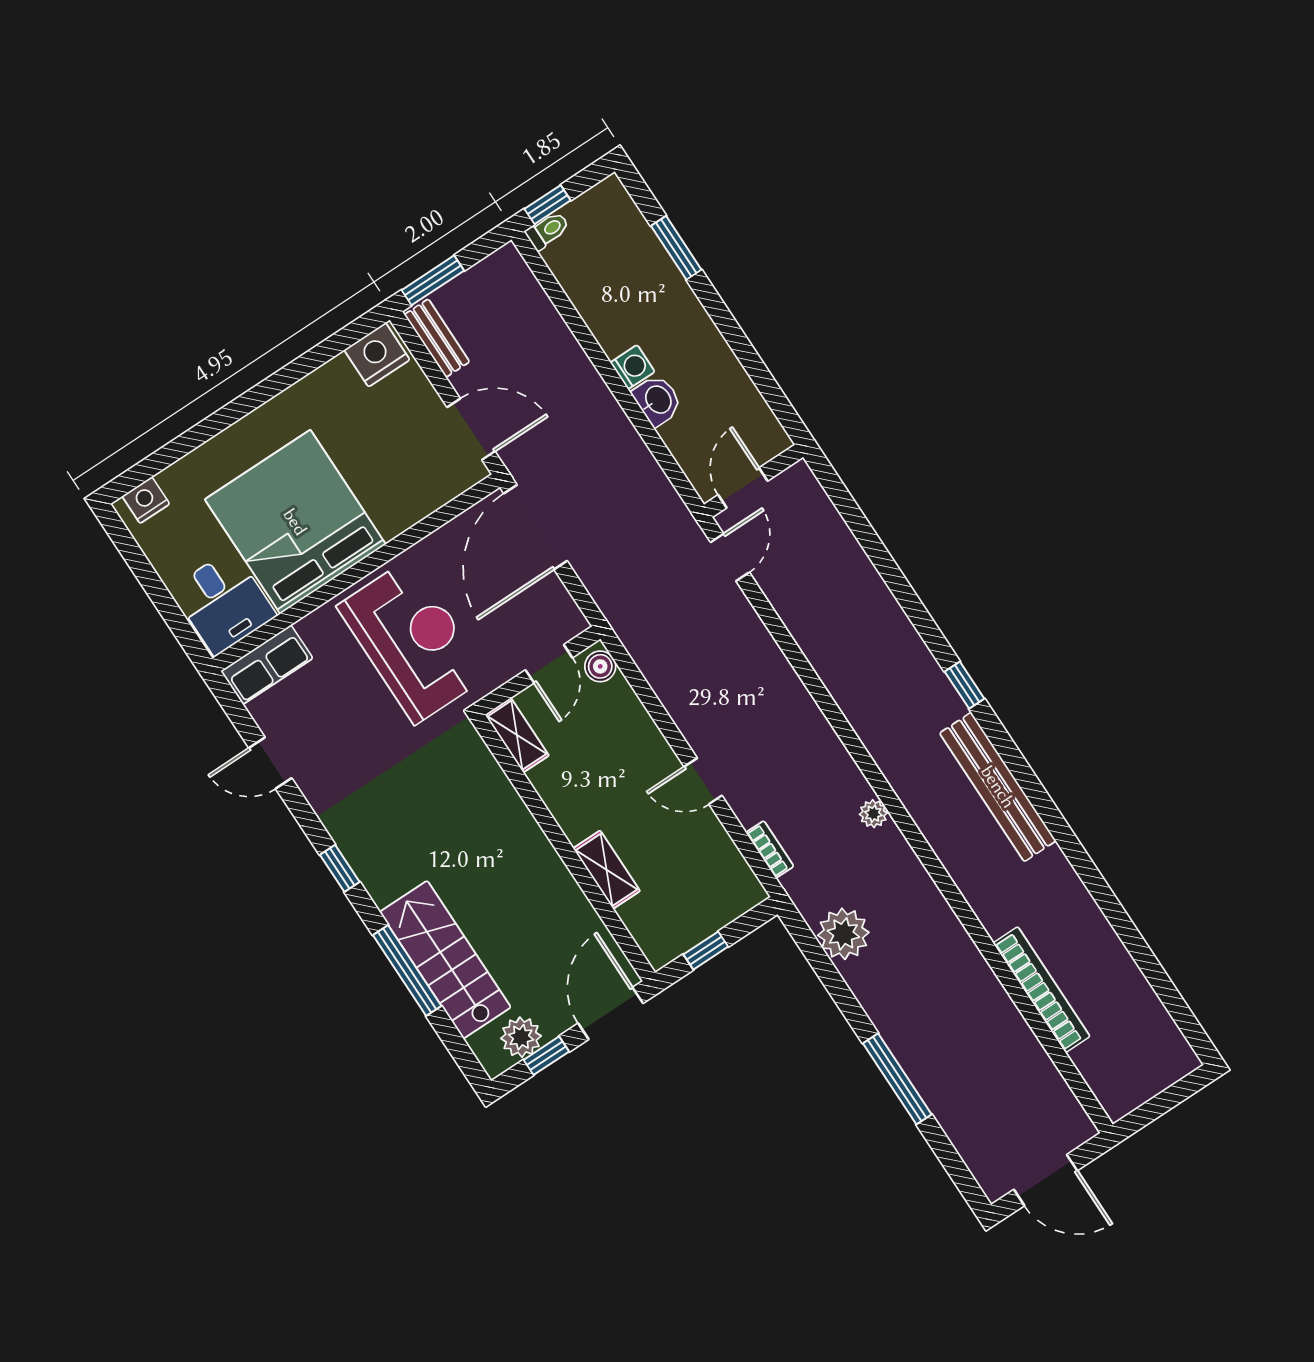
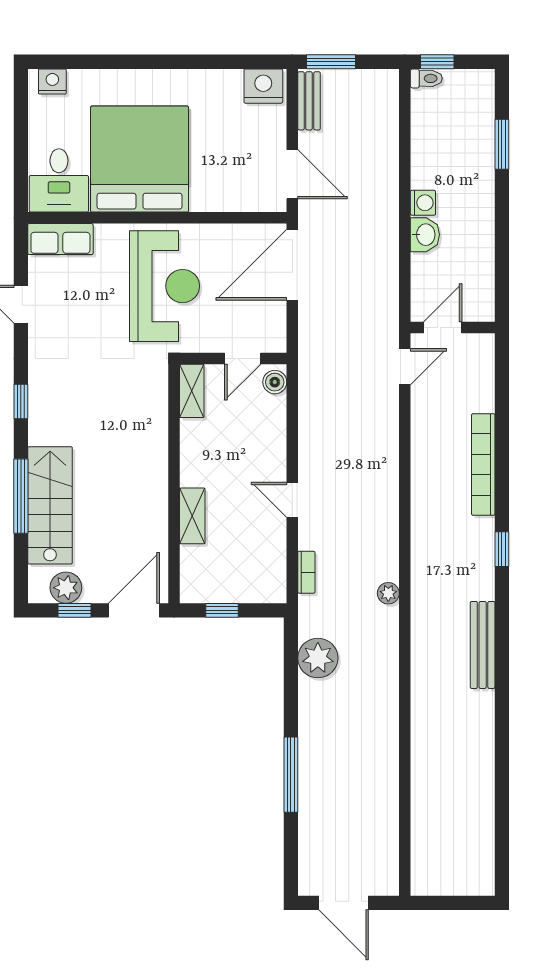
bench: (998, 787) -> (483, 645), width x0.73, depth x0.82
bookcase: (1042, 990) -> (483, 464), moved, turned 180

